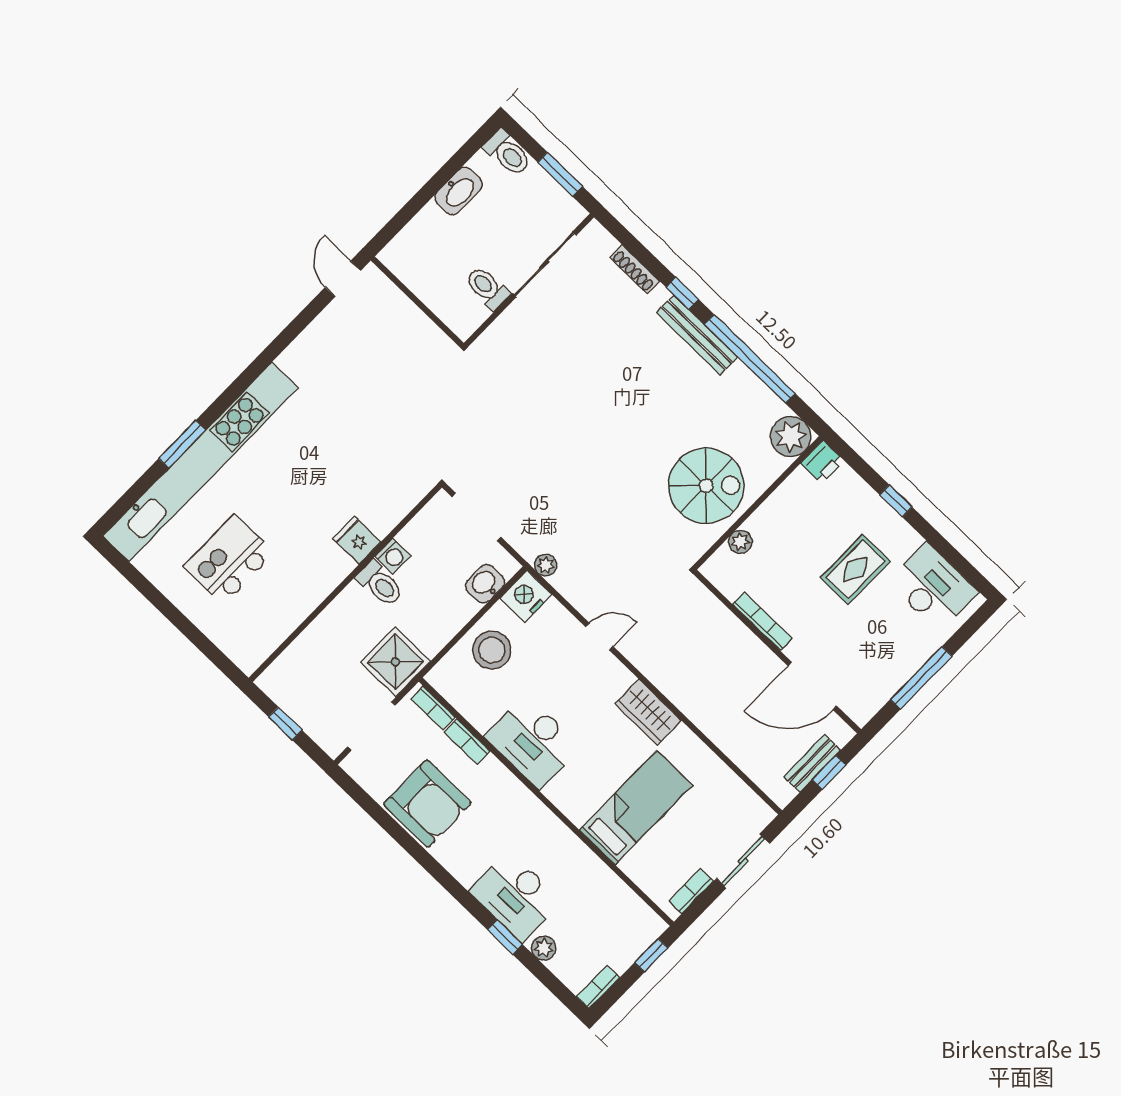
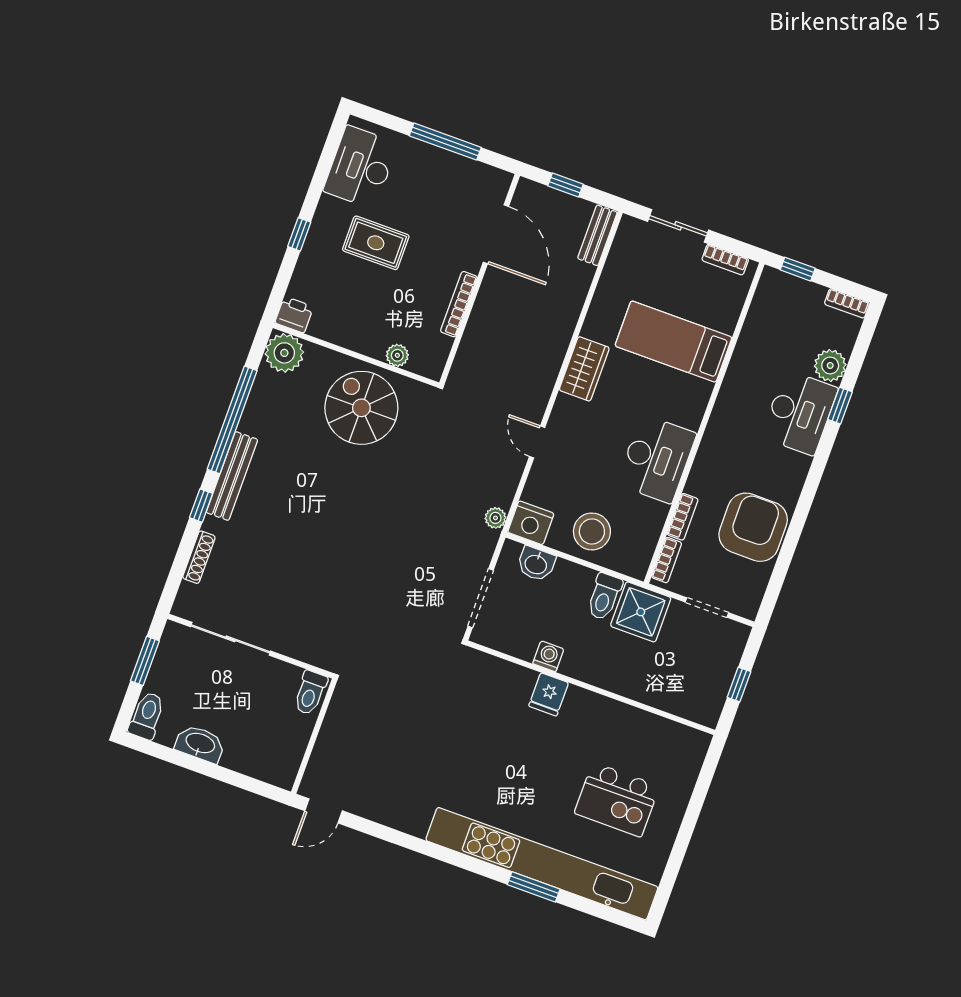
toilet: (487, 288) -> (310, 693), moved
toilet: (380, 584) -> (604, 597), moved, turned 180
doorway: (371, 726) -> (707, 607), width x0.73
bench: (812, 763) -> (597, 235), moved, turned 90
plant: (544, 948) -> (830, 365), width x1.38, depth x1.38

